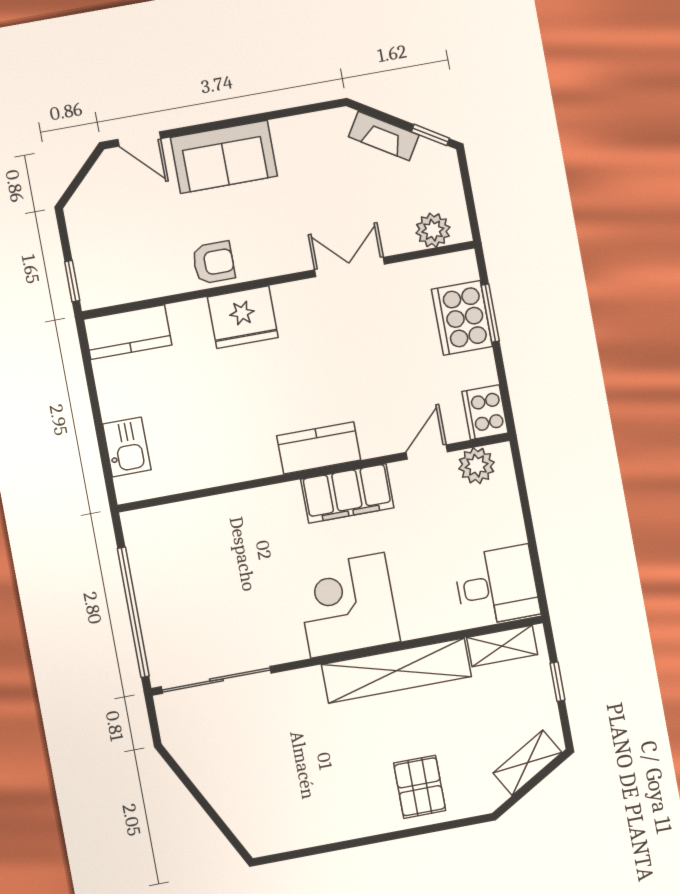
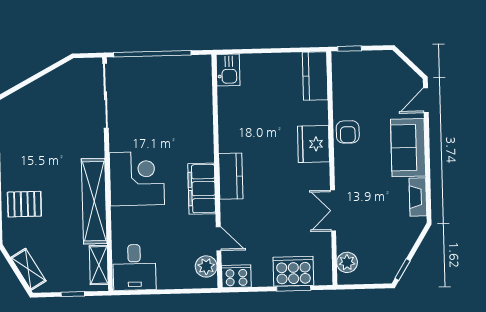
fireplace: (384, 136) -> (418, 197), moved, turned -32
double door: (350, 267) -> (333, 211), swing flipped
kitchen sink: (127, 447) -> (228, 70), moved, turned -90

